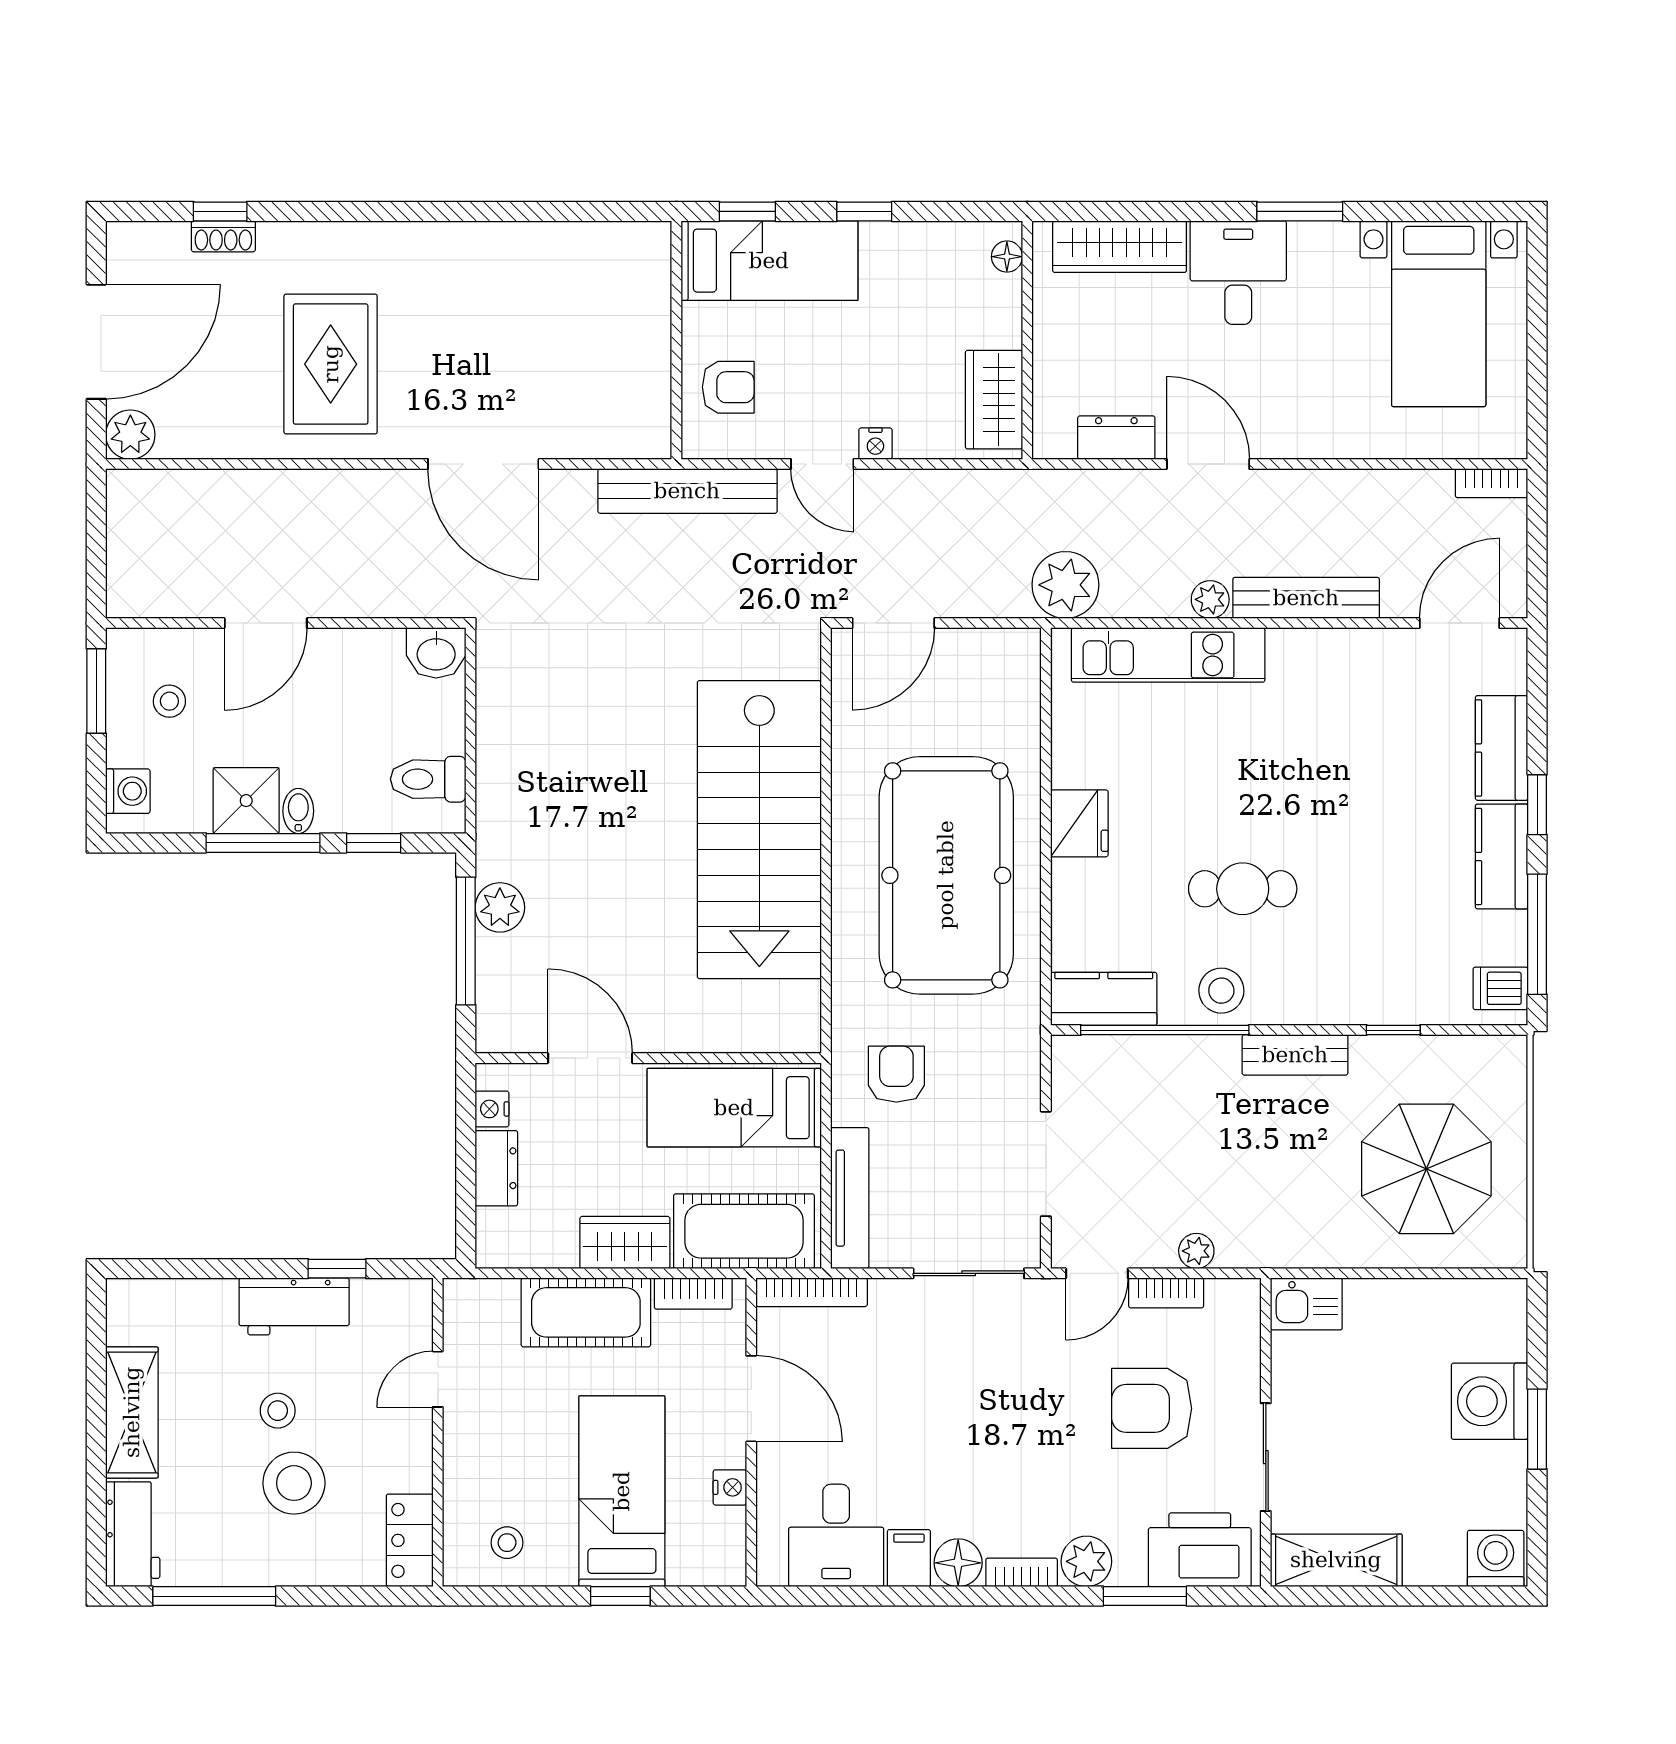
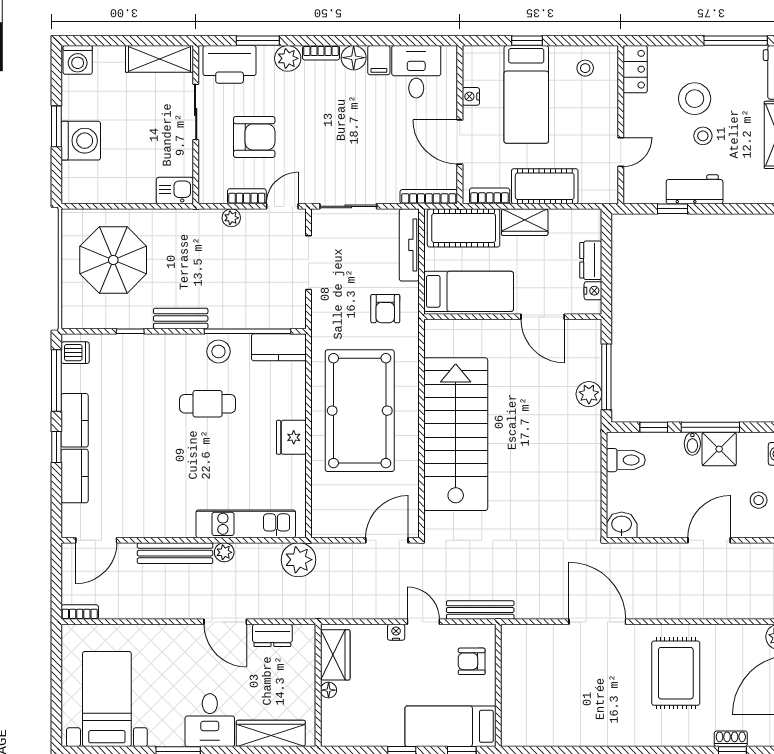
floor lamp: (1007, 257) -> (329, 690), moved
bench: (687, 491) -> (480, 610), width x0.73, depth x0.82

